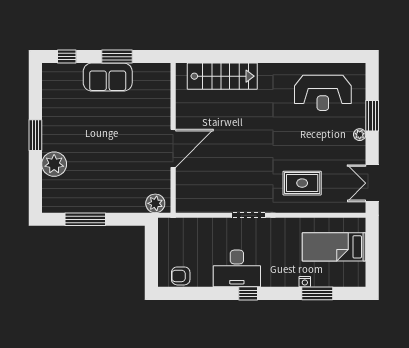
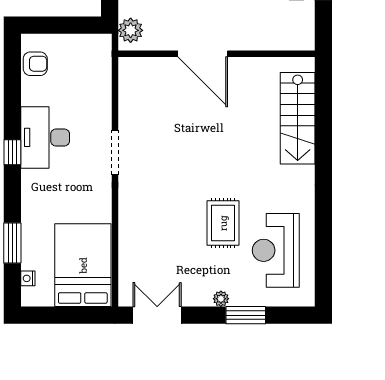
rug: (302, 183) -> (223, 223), moved
bed: (334, 247) -> (83, 265), width x1.50
armchair: (181, 276) -> (35, 64), turned 90
nightstand: (305, 282) -> (28, 278), moved

